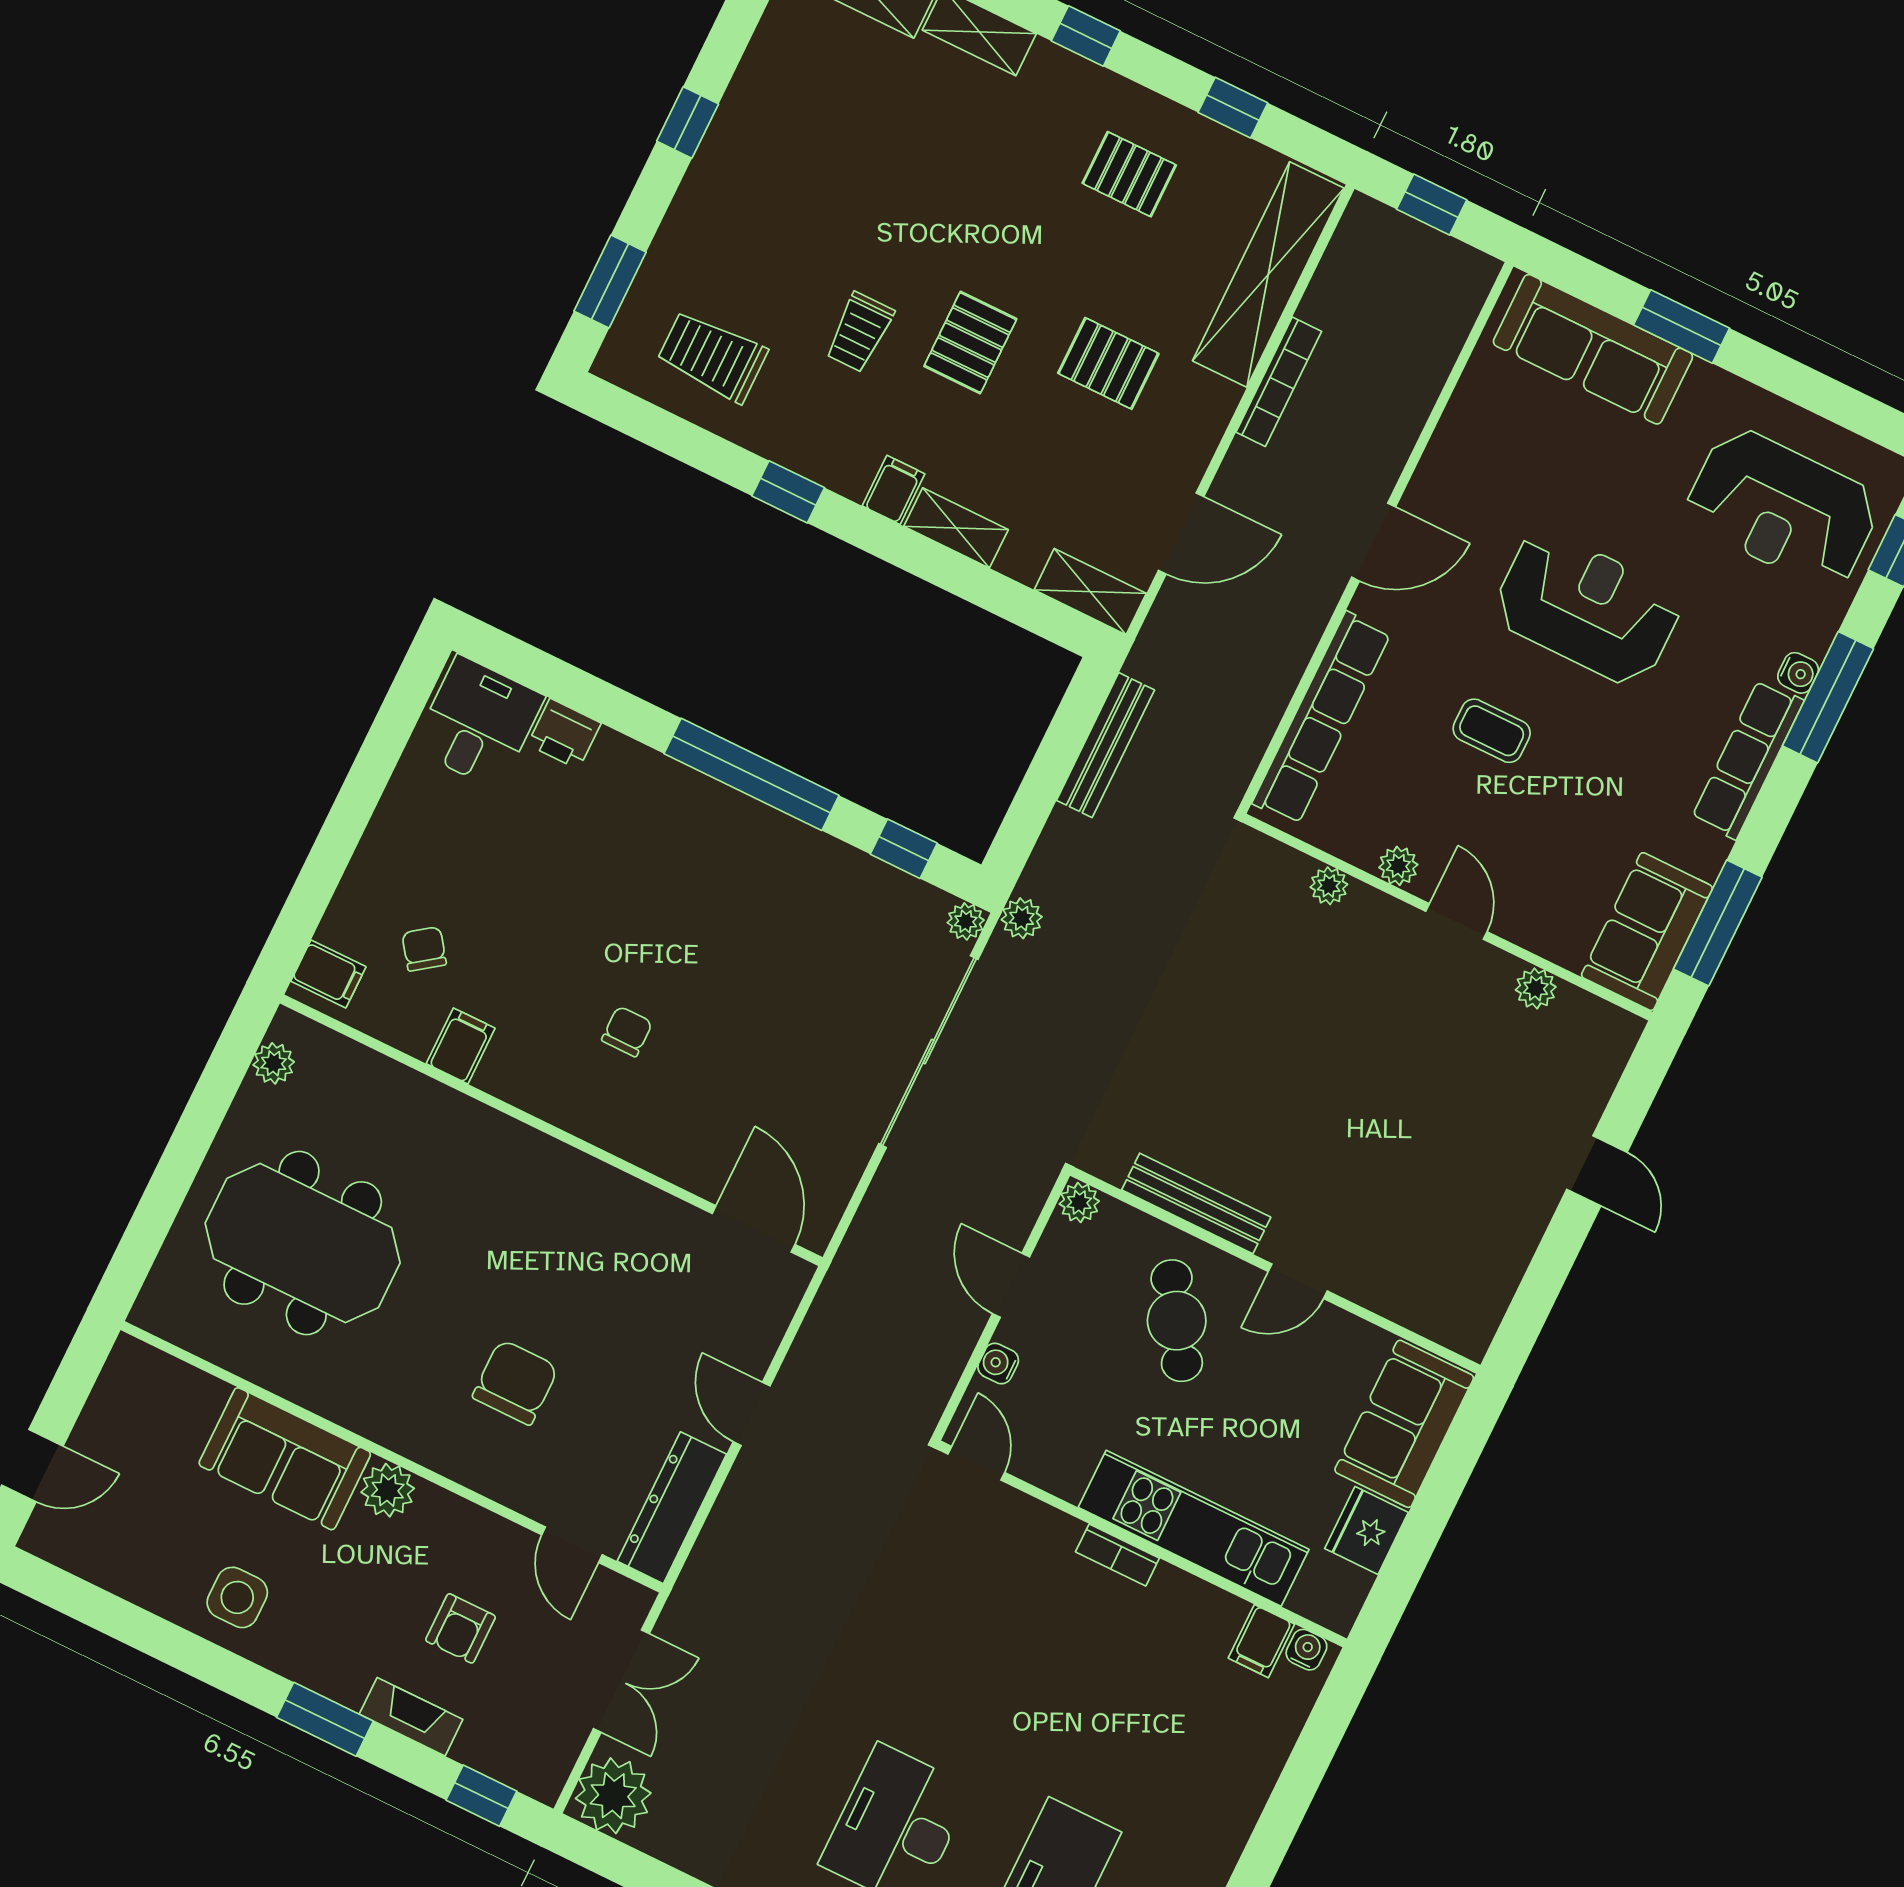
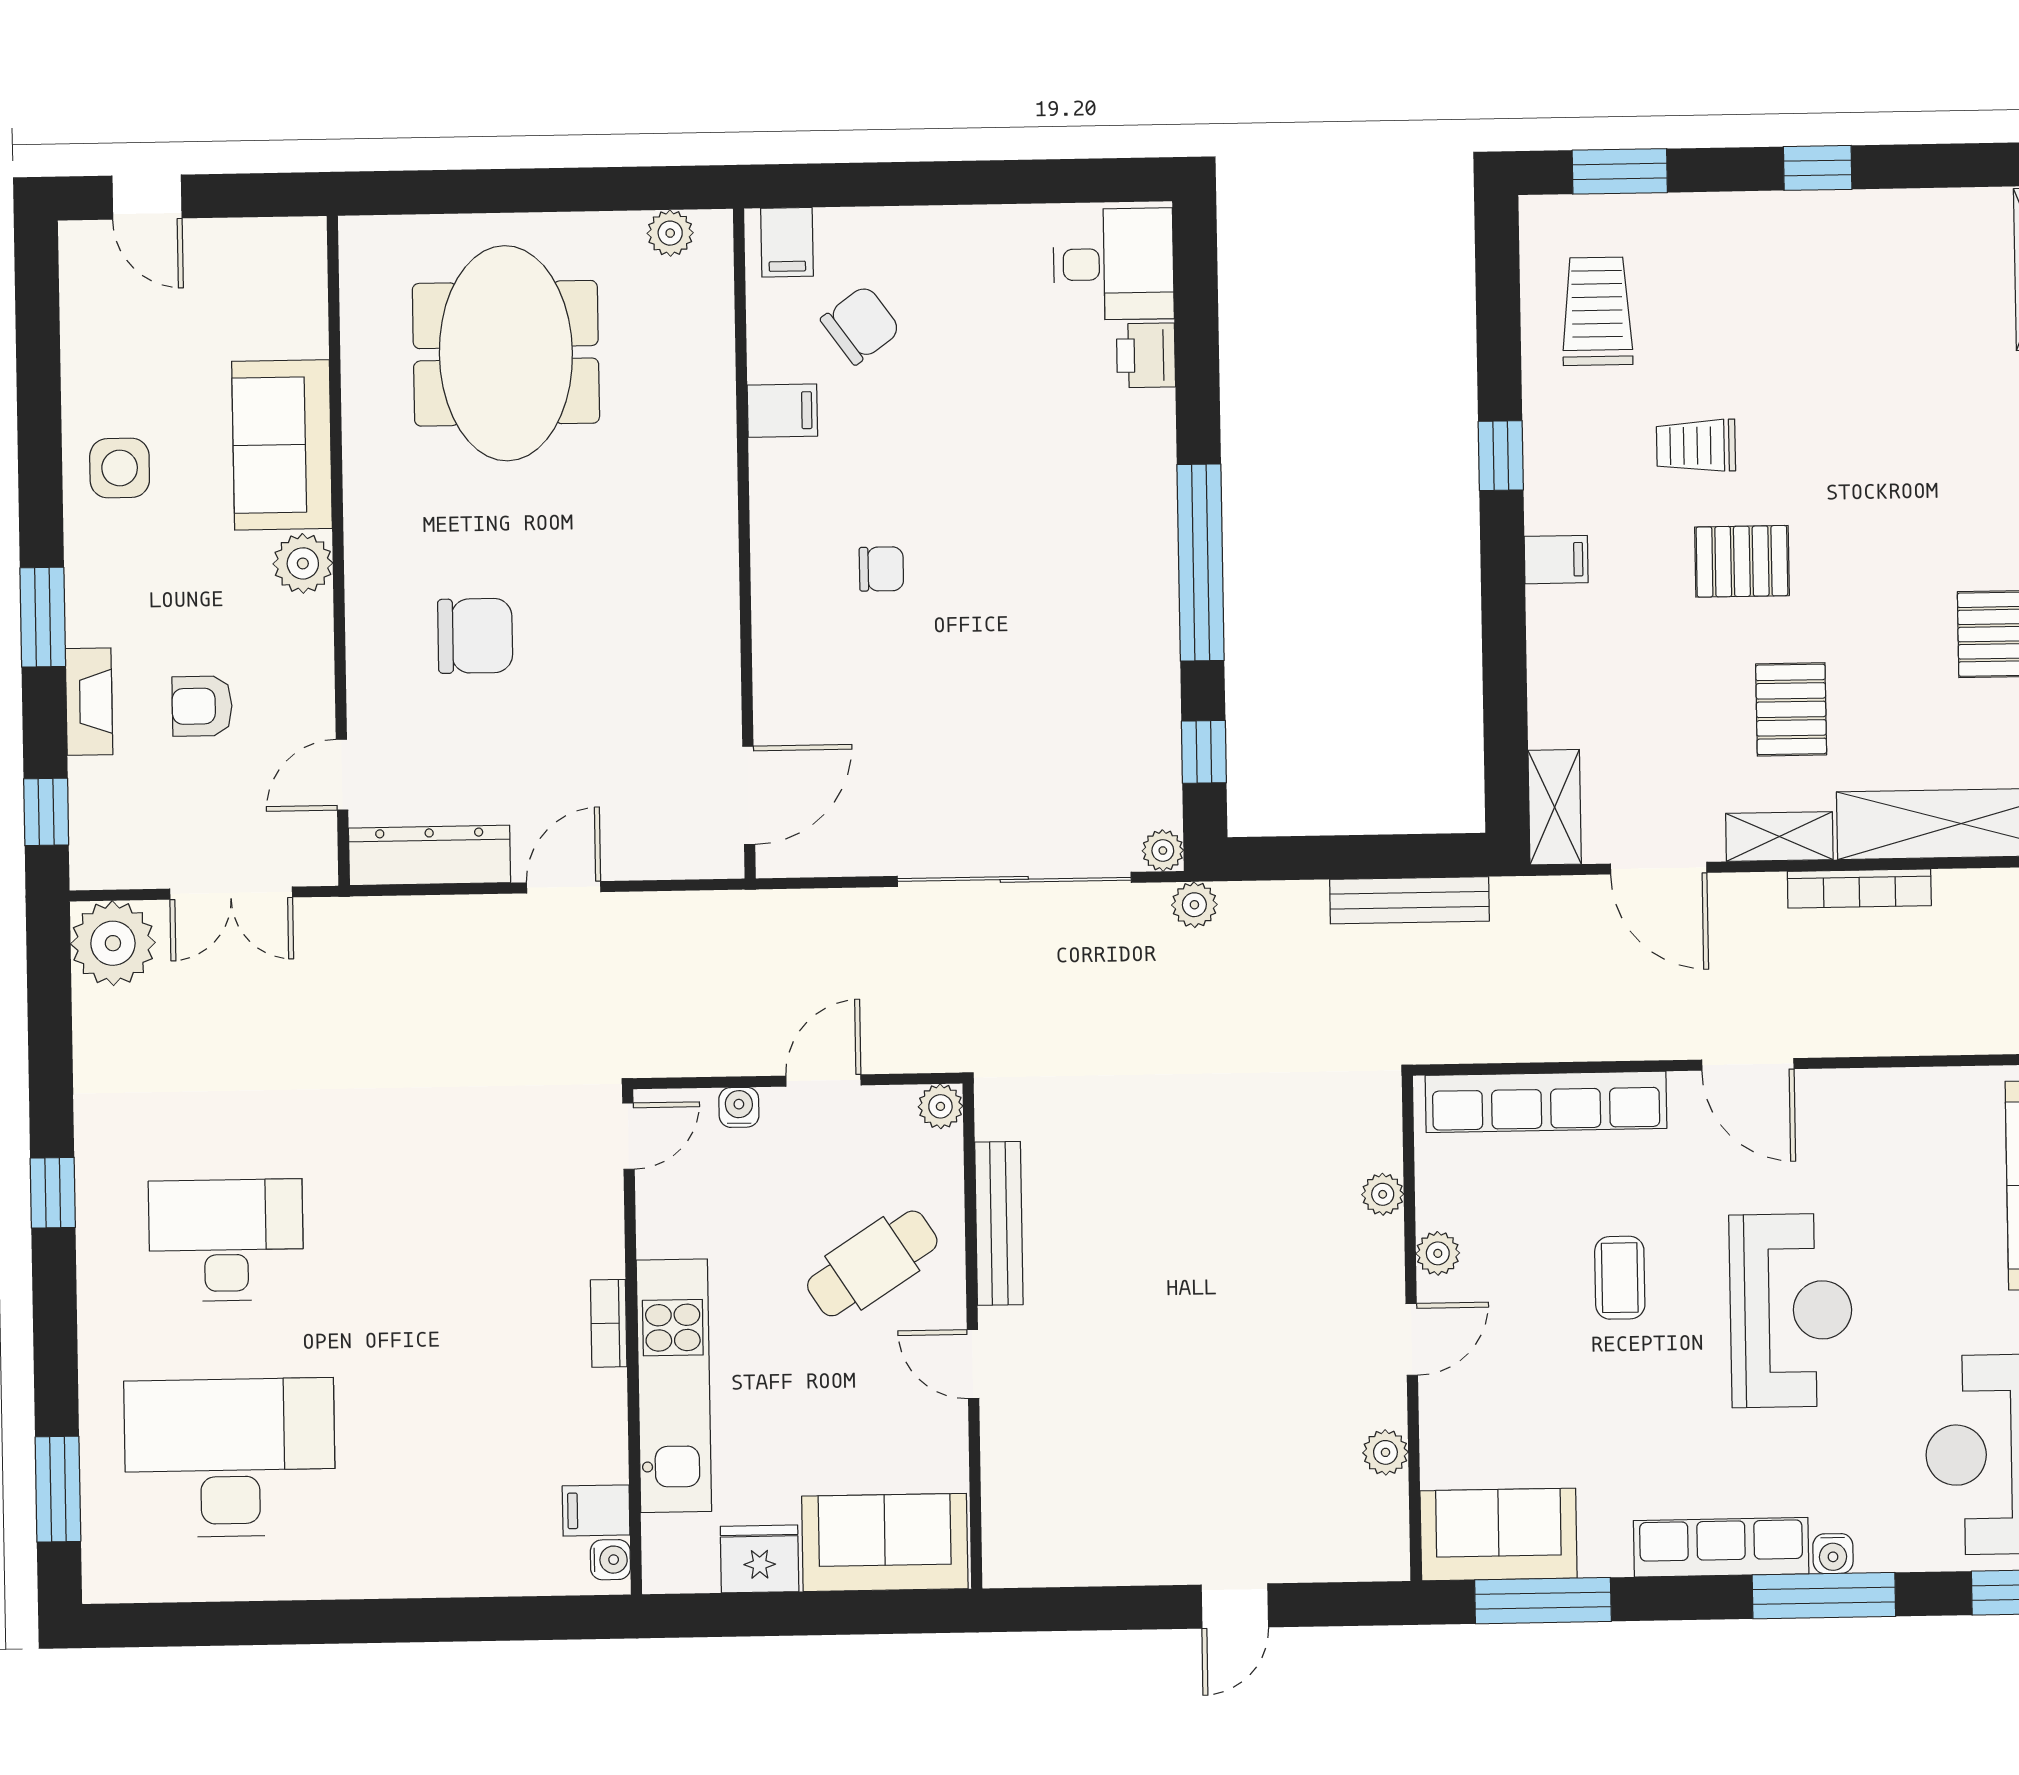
shelving: (956, 528) -> (1779, 837), moved, turned 90
chair: (424, 949) -> (861, 325), width x1.37, depth x1.37

